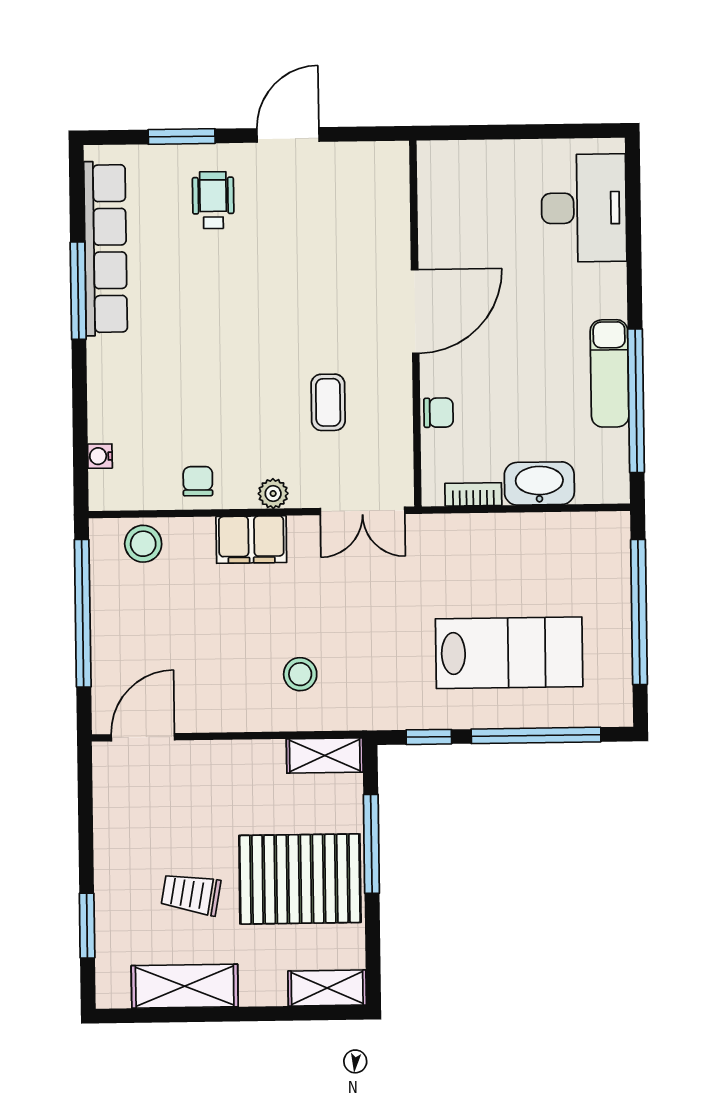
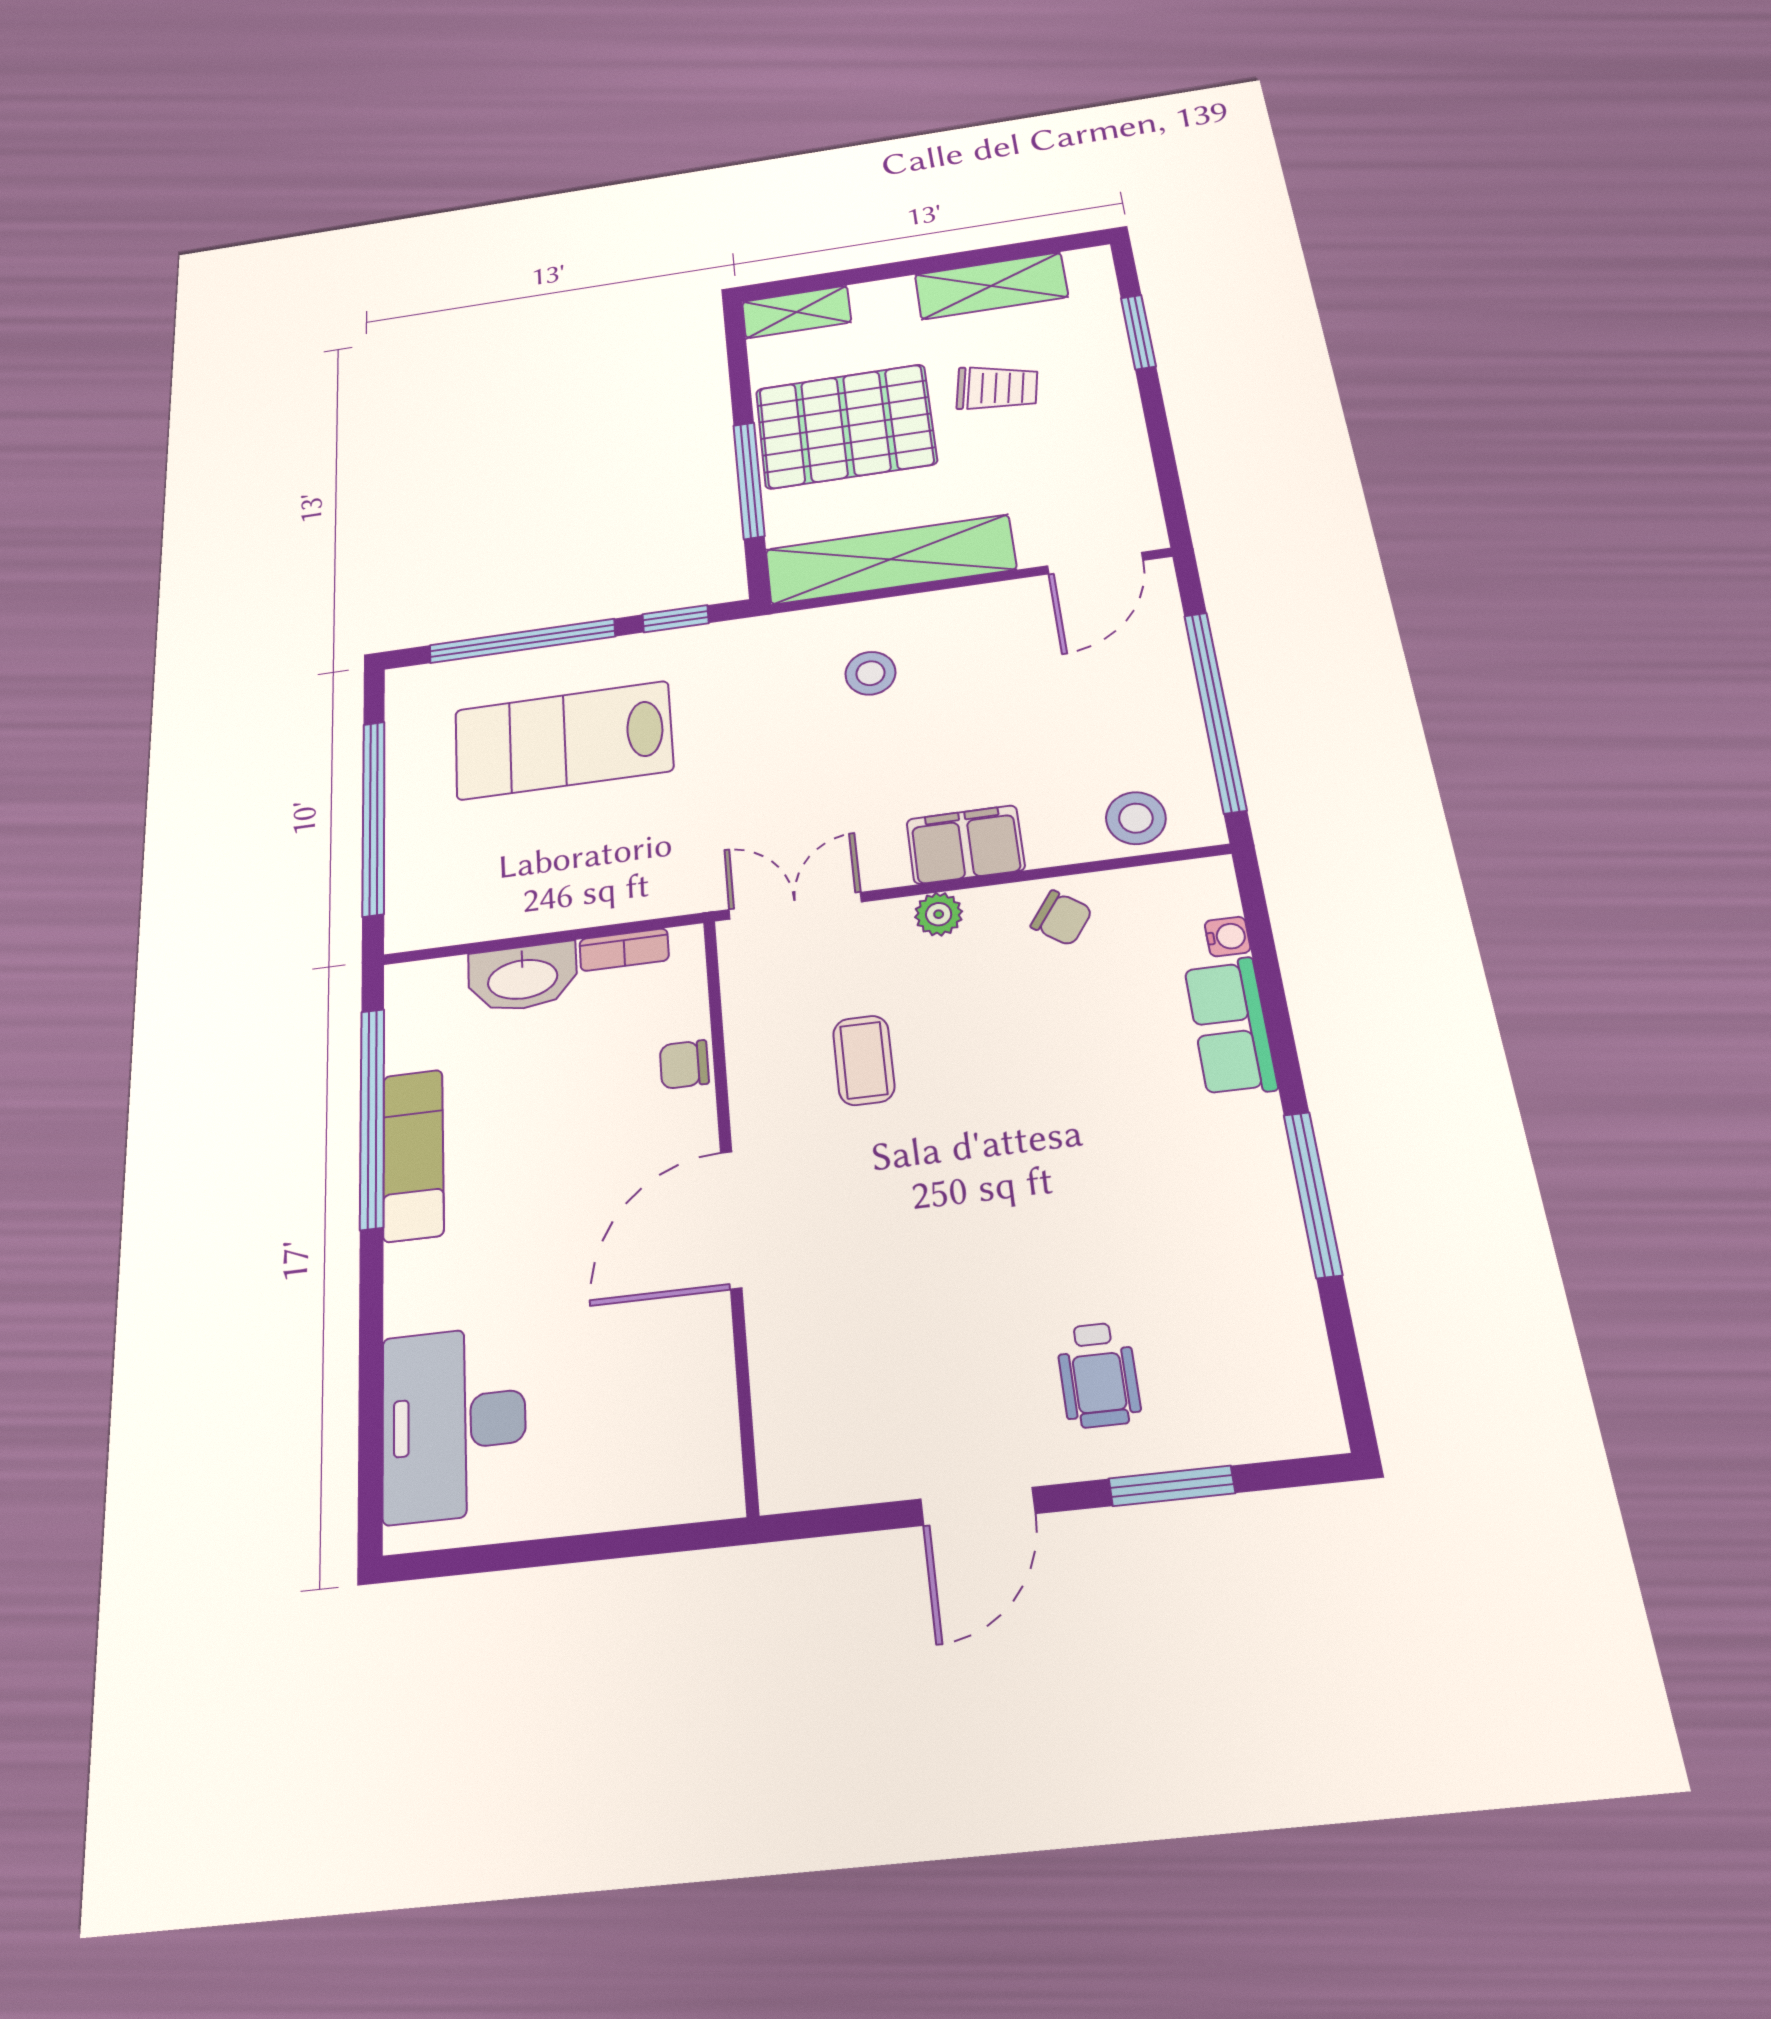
row of seats: (106, 249) -> (1230, 1027), moved, width x0.50
chair: (198, 481) -> (1062, 918), turned -54
shelving: (325, 756) -> (890, 560), width x2.20, depth x1.33

